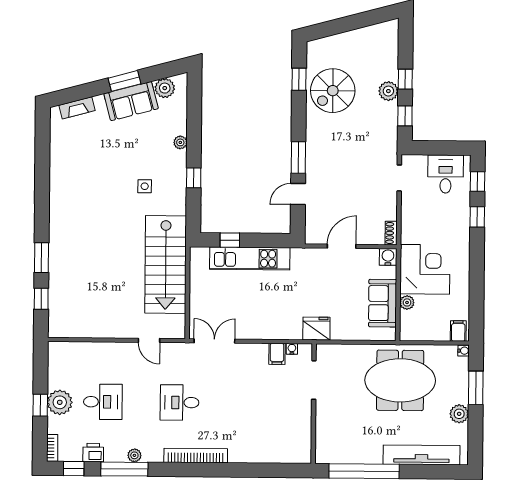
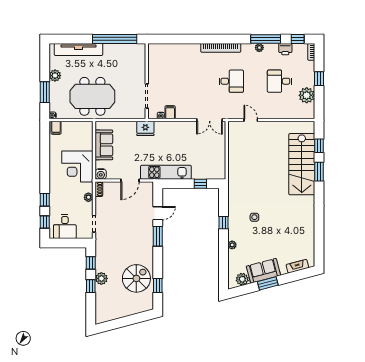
kitchen unit: (250, 258) -> (166, 172), moved
stairs: (166, 265) -> (302, 164), moved, turned 180
plant: (407, 302) -> (88, 197), moved
plant: (60, 402) -> (307, 95), moved

